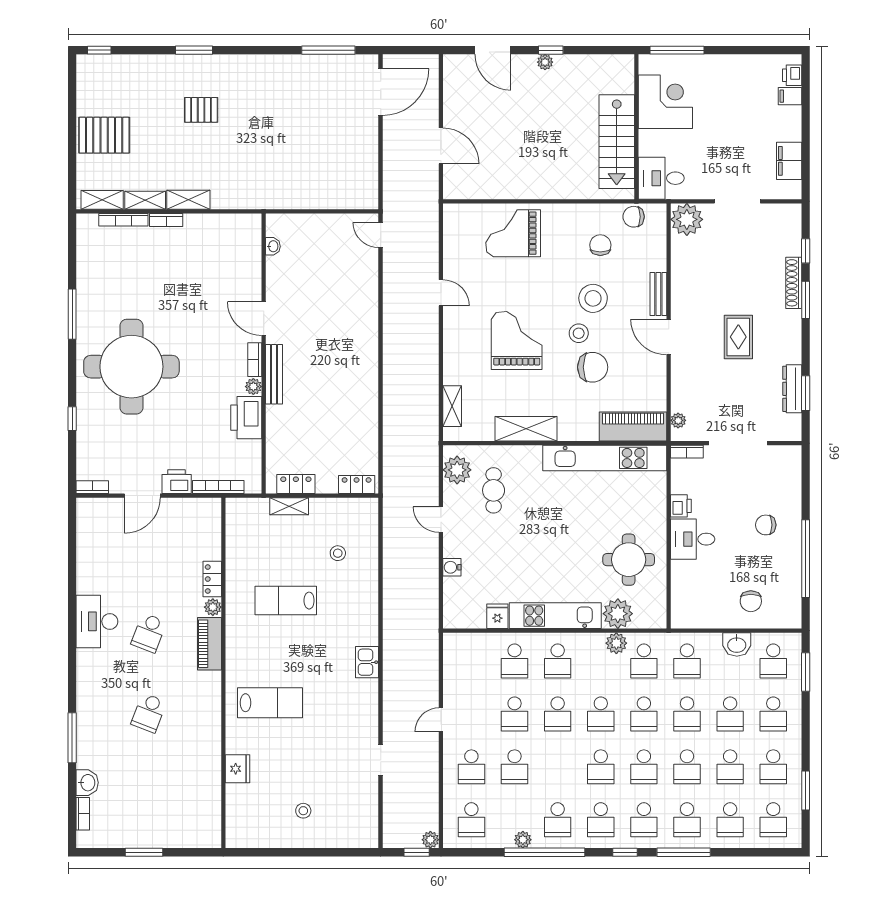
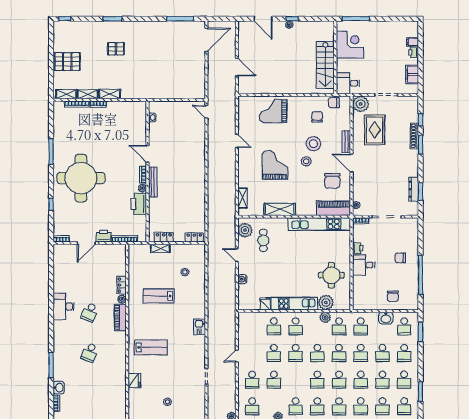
printer: (792, 75) -> (414, 52), moved
rug: (738, 337) -> (375, 130), moved, width x1.36, depth x1.43
chair: (593, 367) -> (332, 181), moved, turned 90

